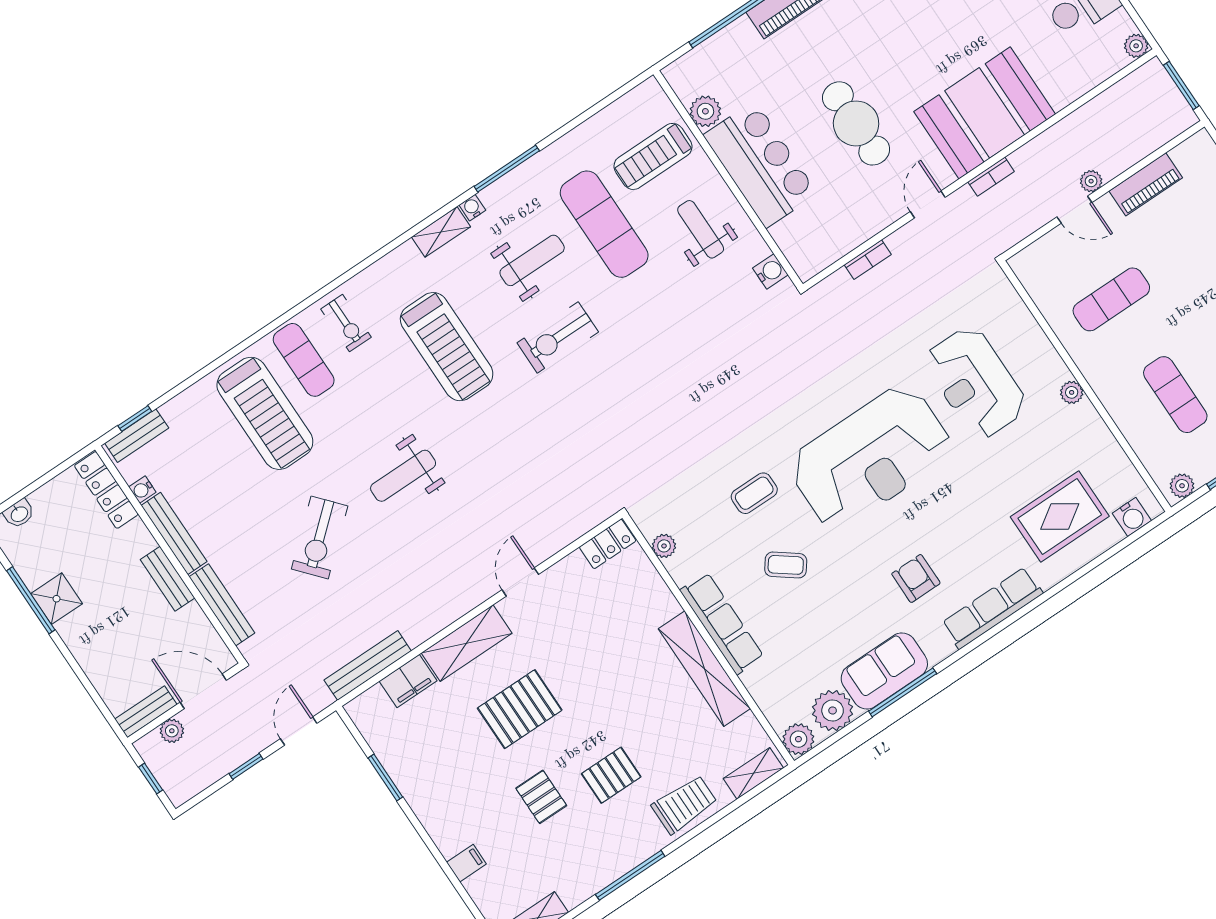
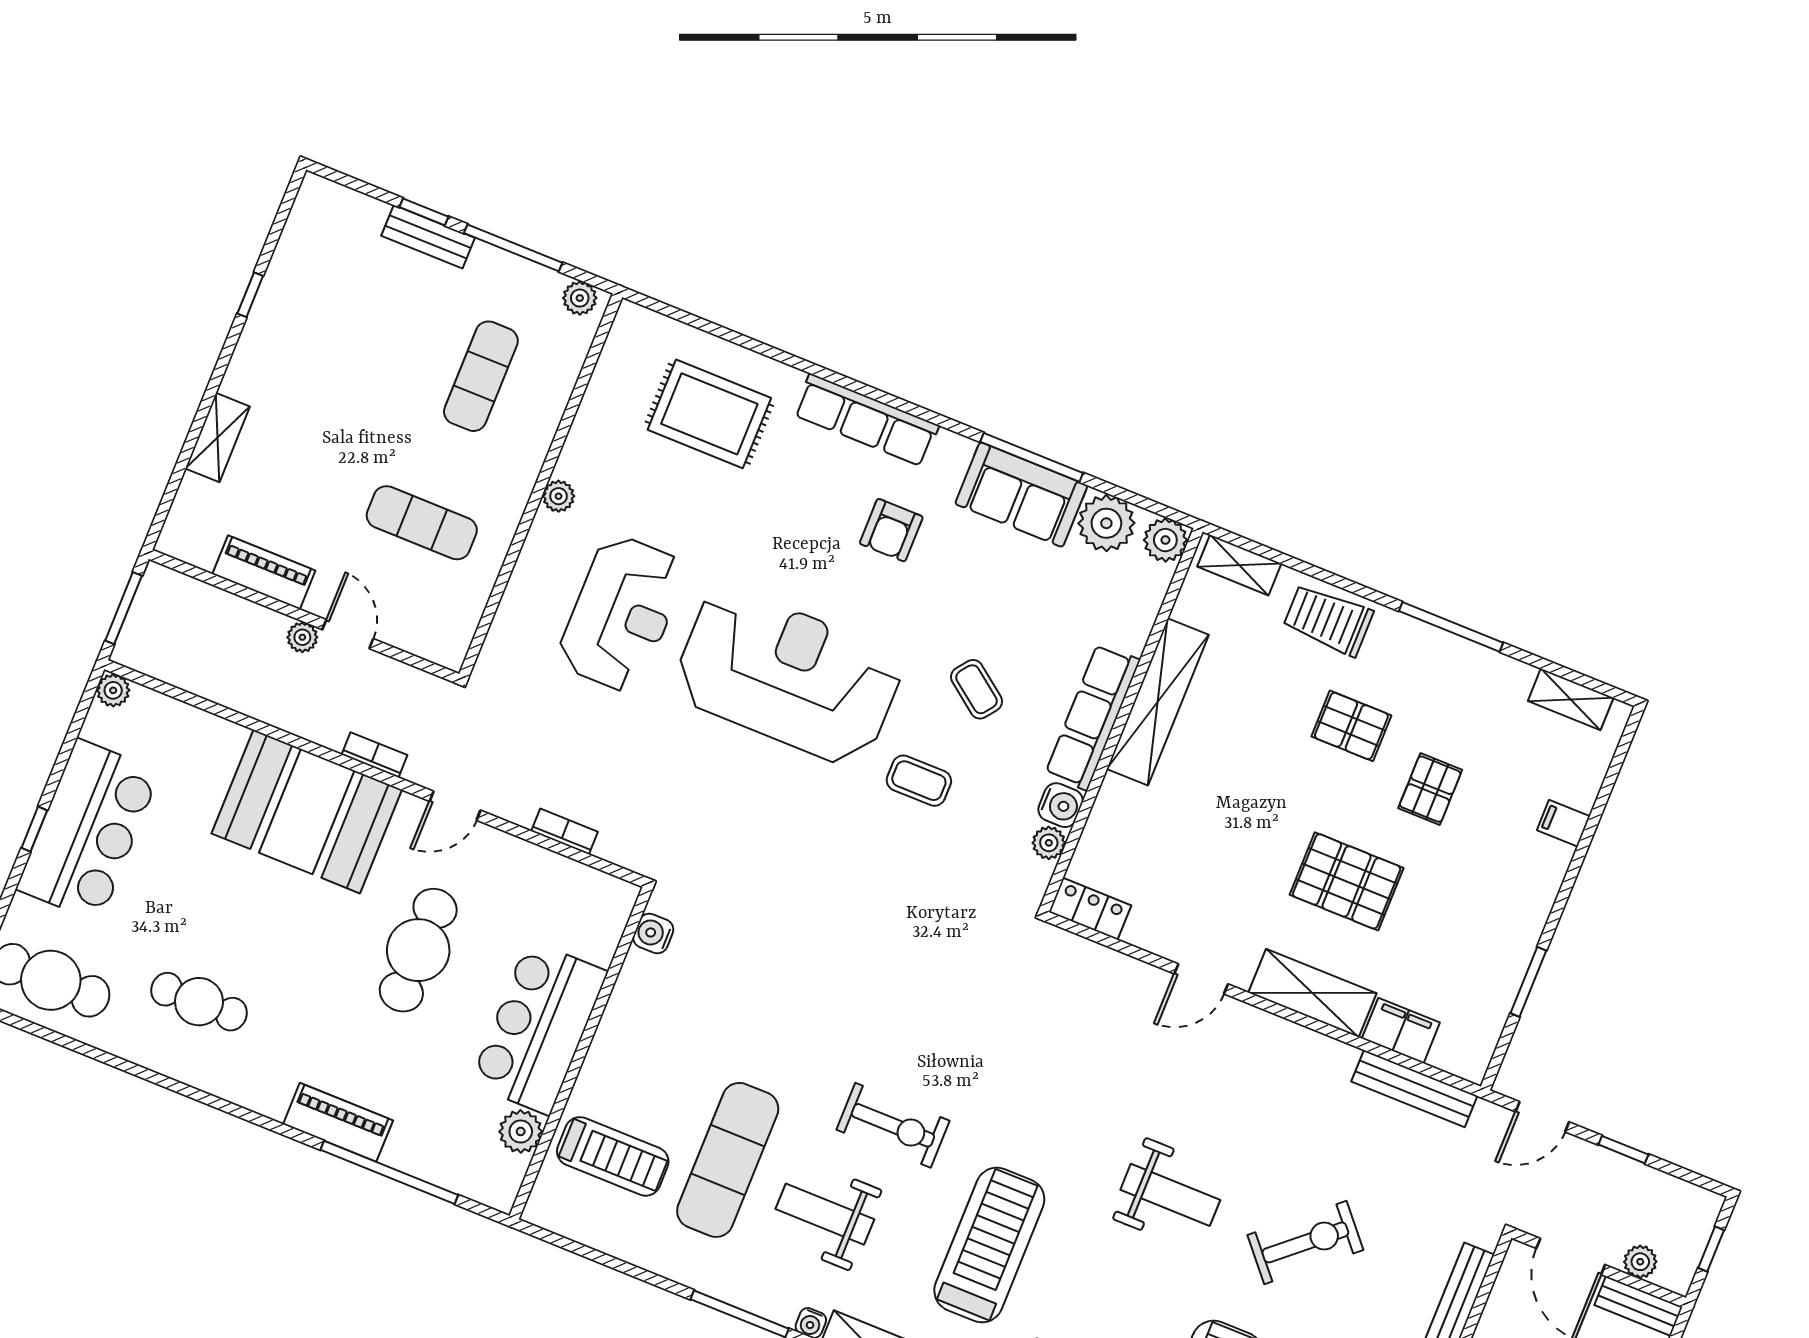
weight bench: (701, 229) -> (659, 1046), removed
water cooler: (1132, 517) -> (1061, 805), moved, turned 90

